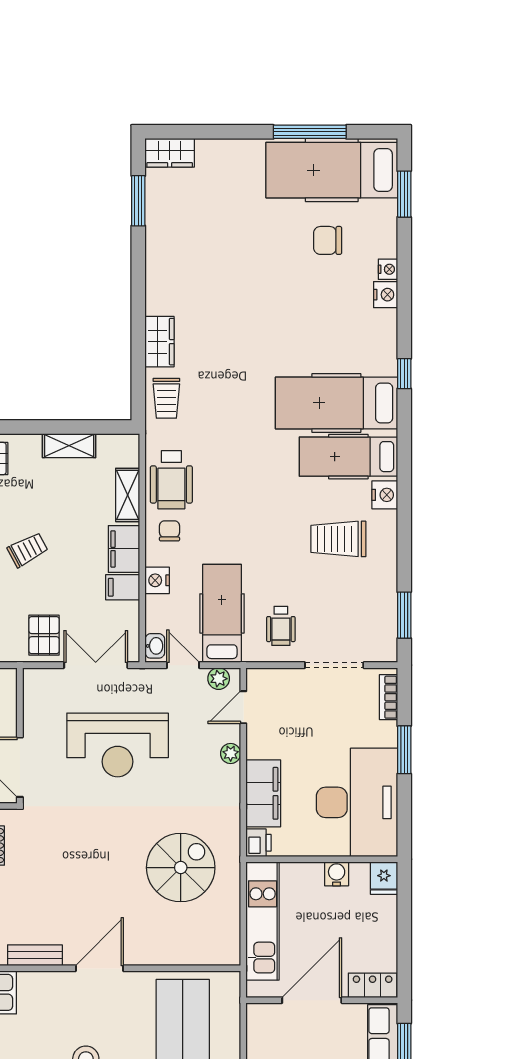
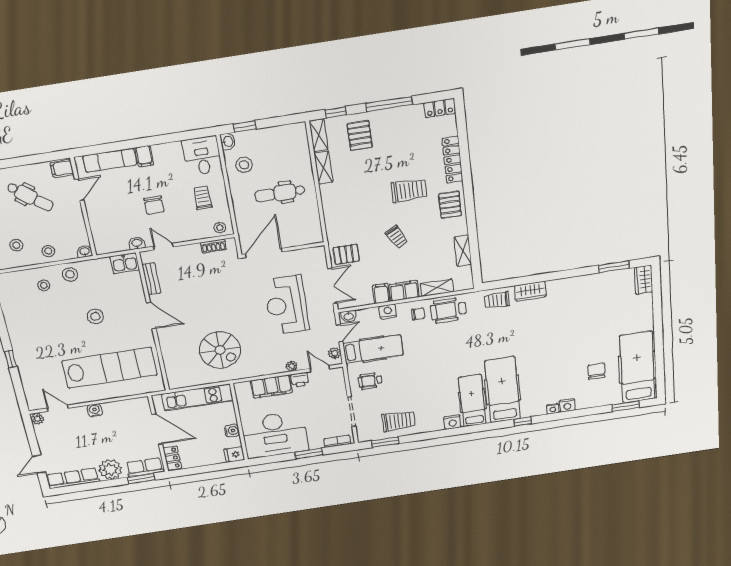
window: (310, 132) -> (659, 353), removed
nightstand: (388, 269) -> (553, 409), moved
trolley: (338, 539) -> (398, 421), moved, turned 90
printer: (259, 843) -> (300, 380), moved

